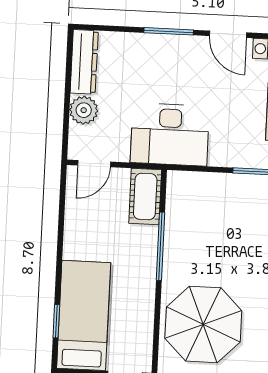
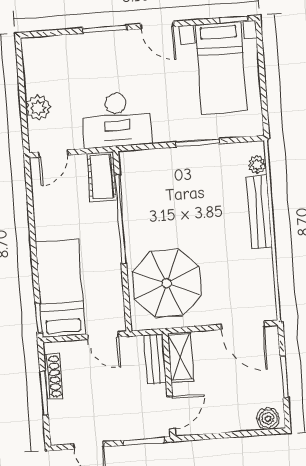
dresser: (84, 62) -> (33, 65), removed
window: (161, 246) -> (121, 219), width x1.46
window: (56, 321) -> (39, 318), moved

